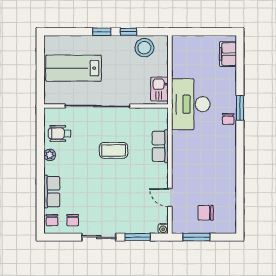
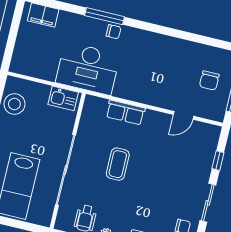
window: (240, 108) -> (104, 16), width x1.44
water cooler: (163, 228) -> (215, 131), removed
window: (138, 237) -> (218, 161), width x0.67

